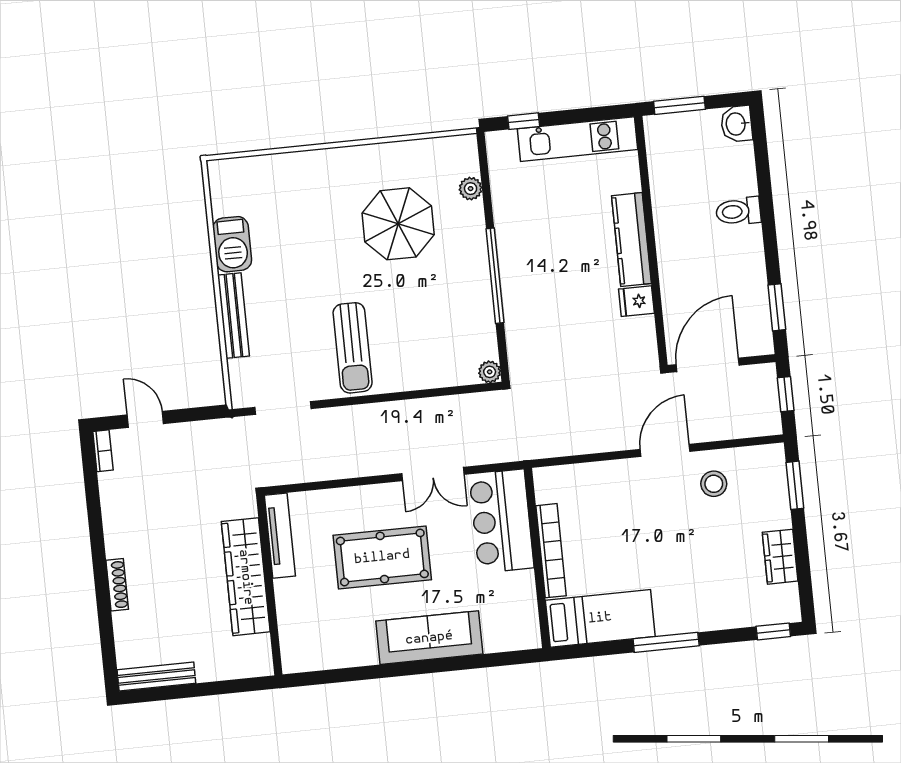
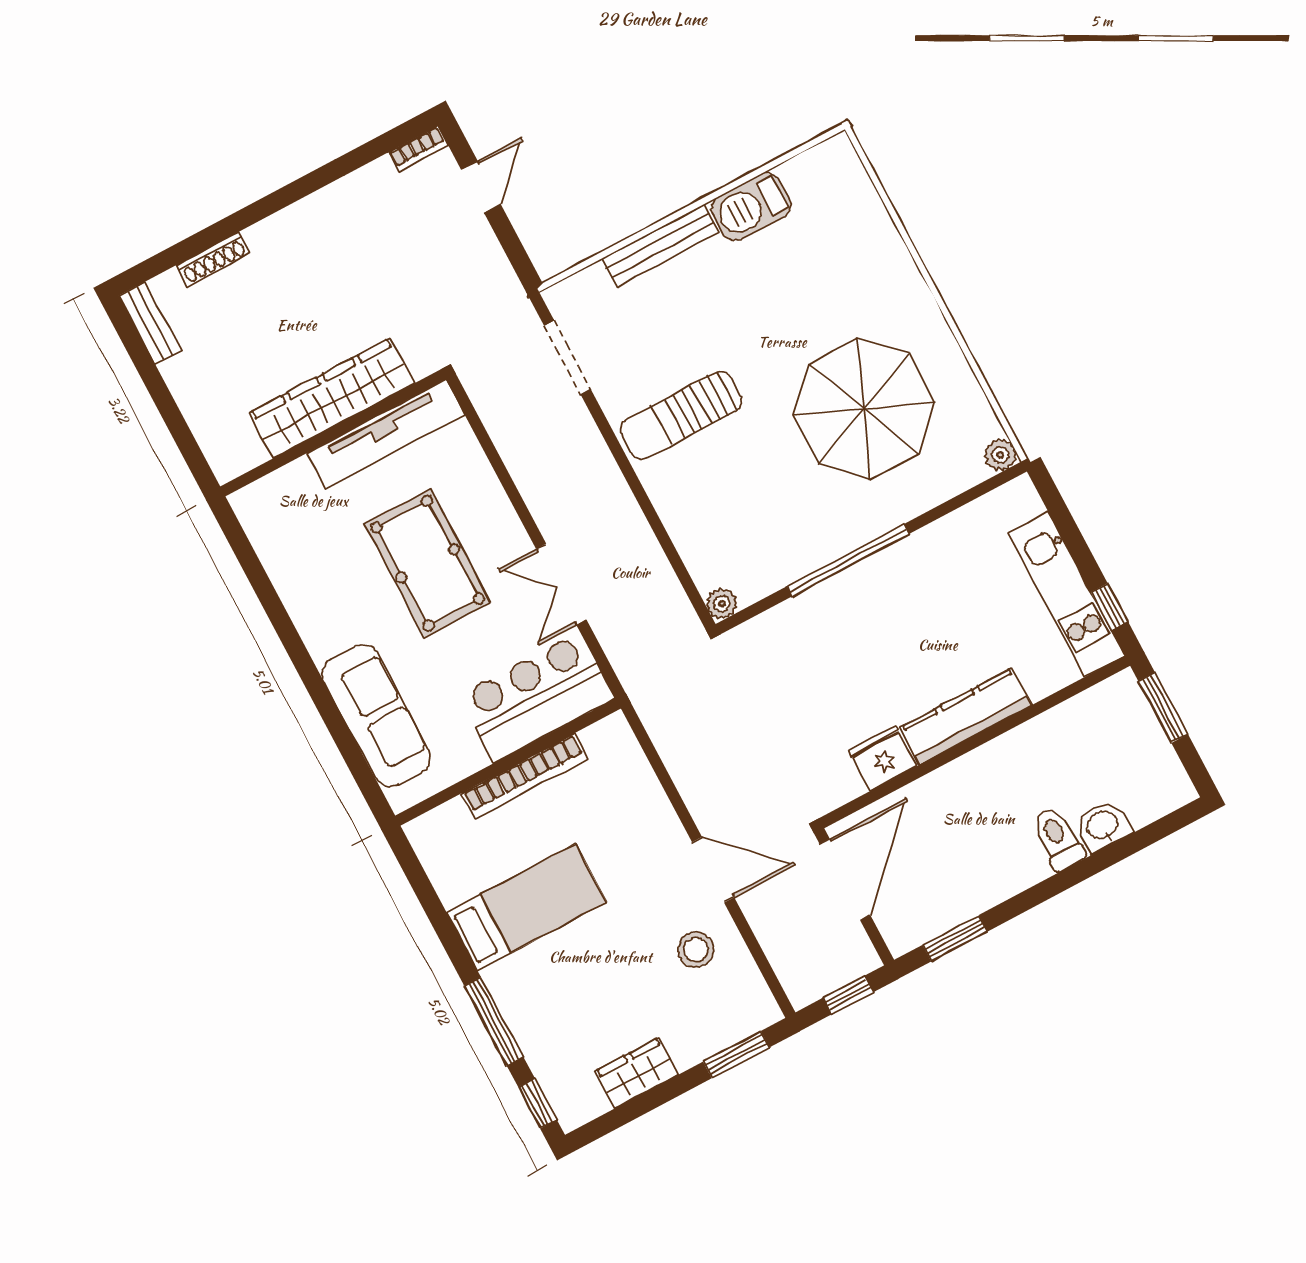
window: (524, 121) -> (1110, 607), moved
washbasin: (737, 124) -> (1103, 826), moved
plant: (471, 189) -> (1000, 455), moved
parasol: (398, 224) -> (864, 409), width x1.36, depth x1.36
fridge: (636, 301) -> (883, 758), width x1.38
door: (708, 365) -> (845, 880), hinge flipped
tv unit: (280, 536) -> (386, 434), width x1.36, depth x1.29
shoe rack: (117, 585) -> (213, 259), moved
bed: (600, 618) -> (527, 907), moved, turned -90
sofa: (429, 638) -> (376, 716), moved
window: (666, 642) -> (494, 1021), moved
bench: (156, 676) -> (150, 323), width x0.73

